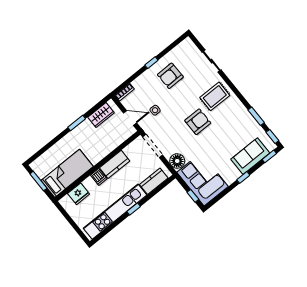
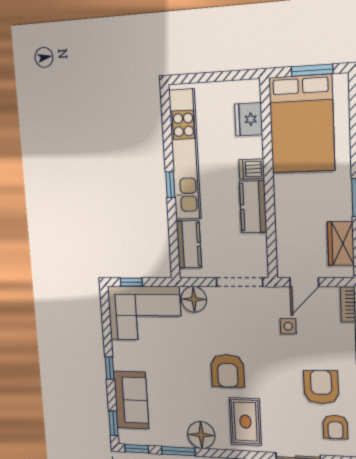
armchair: (183, 56) -> (335, 427), added
floor lamp: (239, 111) -> (201, 435), added
bed: (67, 173) -> (302, 124), width x1.50

